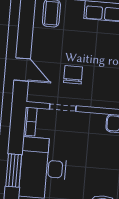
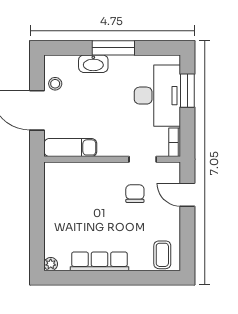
chair: (73, 75) -> (135, 194), turned 180

